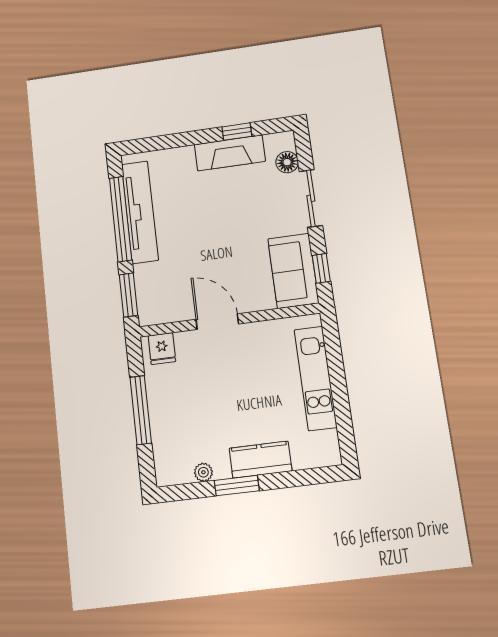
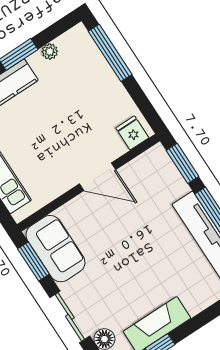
window: (321, 268) -> (33, 261), width x1.50
window: (141, 410) -> (110, 53), moved

